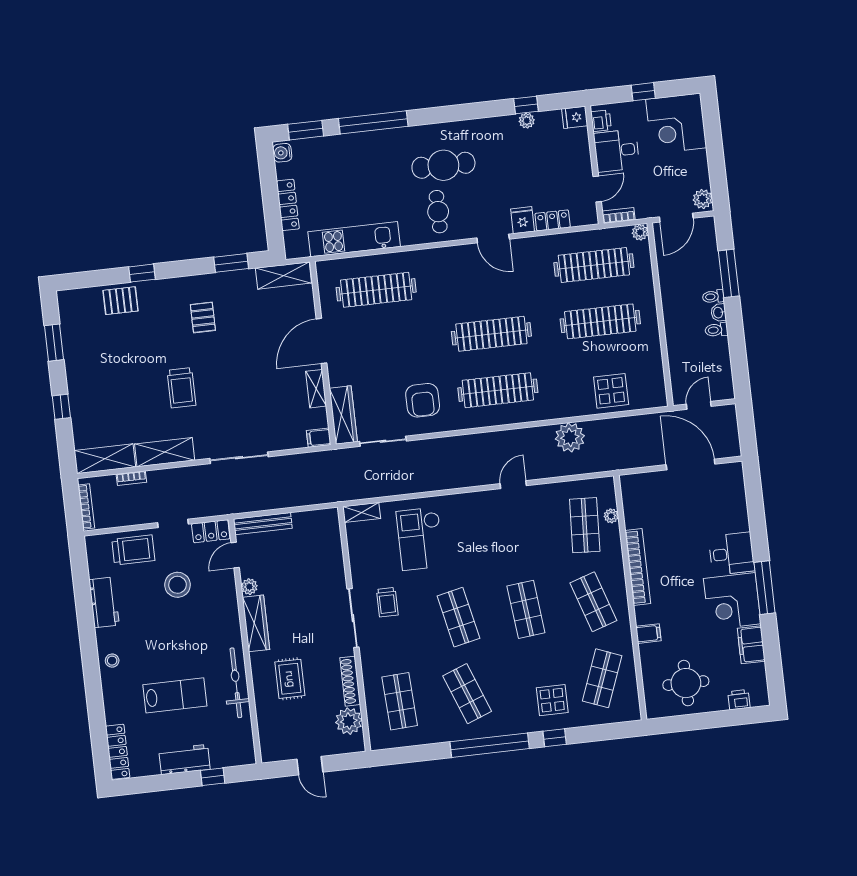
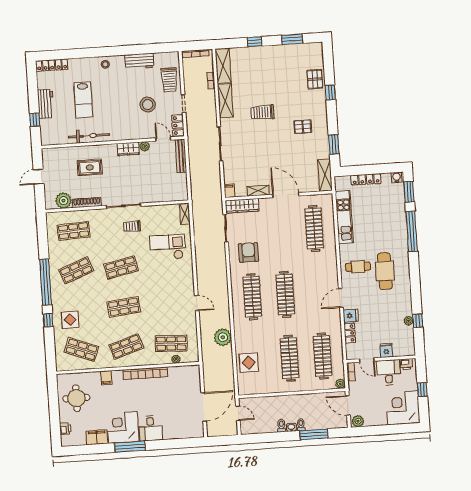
fridge: (575, 117) -> (386, 350), moved
armchair: (423, 400) -> (248, 252), turned 90
wardrobe: (256, 623) -> (128, 149), width x0.67

